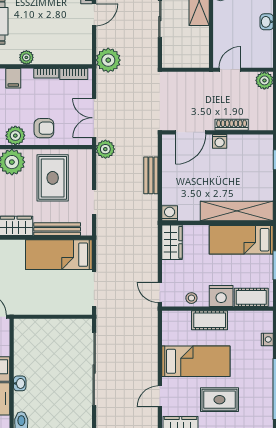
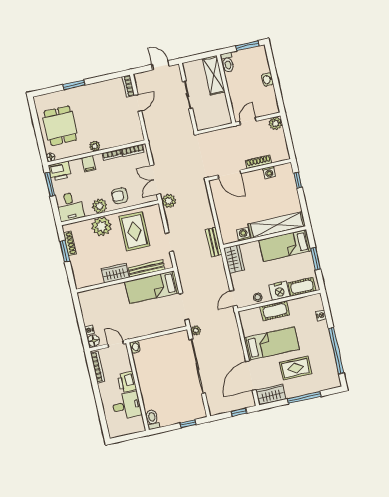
plant: (108, 60) -> (196, 330), moved, width x0.53, depth x0.53
armchair: (44, 128) -> (120, 196), turned 180
door: (191, 132) -> (229, 174), hinge flipped
washing machine: (220, 141) -> (269, 172), moved
bench: (151, 175) -> (214, 242), moved
washing machine: (170, 213) -> (243, 234), moved
door: (160, 292) -> (233, 298), hinge flipped
washbasin: (20, 383) -> (135, 347), moved
door: (160, 396) -> (251, 376), width x1.88

